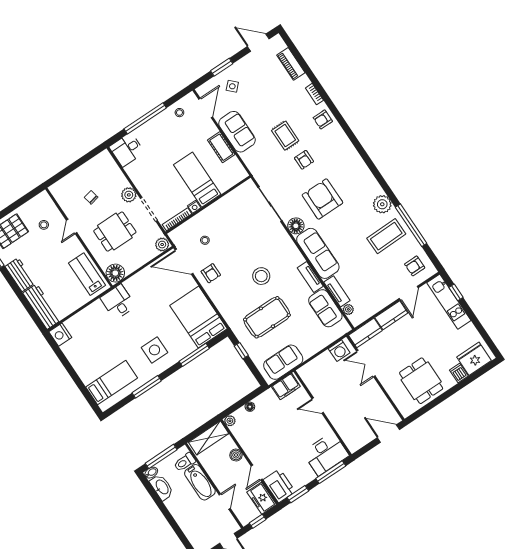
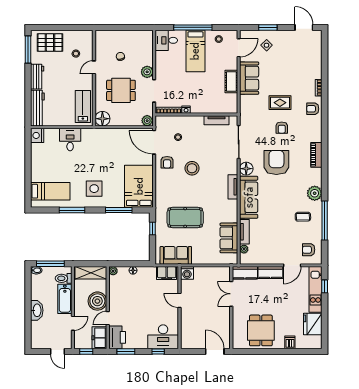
piano: (291, 64) -> (316, 155), moved
rug: (285, 136) -> (280, 103), turned 90
bed: (197, 180) -> (195, 51), moved, turned 180
tv unit: (233, 197) -> (216, 120), added
coffee table: (386, 236) -> (303, 217), width x0.54, depth x0.58
stool: (261, 276) -> (192, 168), moved
tv unit: (310, 277) -> (233, 187), moved
desk: (118, 302) -> (70, 140), moved
washing machine: (339, 351) -> (187, 273), moved
fridge: (474, 359) -> (313, 324), moved, turned -90
boiler: (236, 455) -> (97, 301), width x1.86, depth x1.86
window: (331, 472) -> (158, 351), width x0.46
washbasin: (162, 487) -> (37, 310), moved

